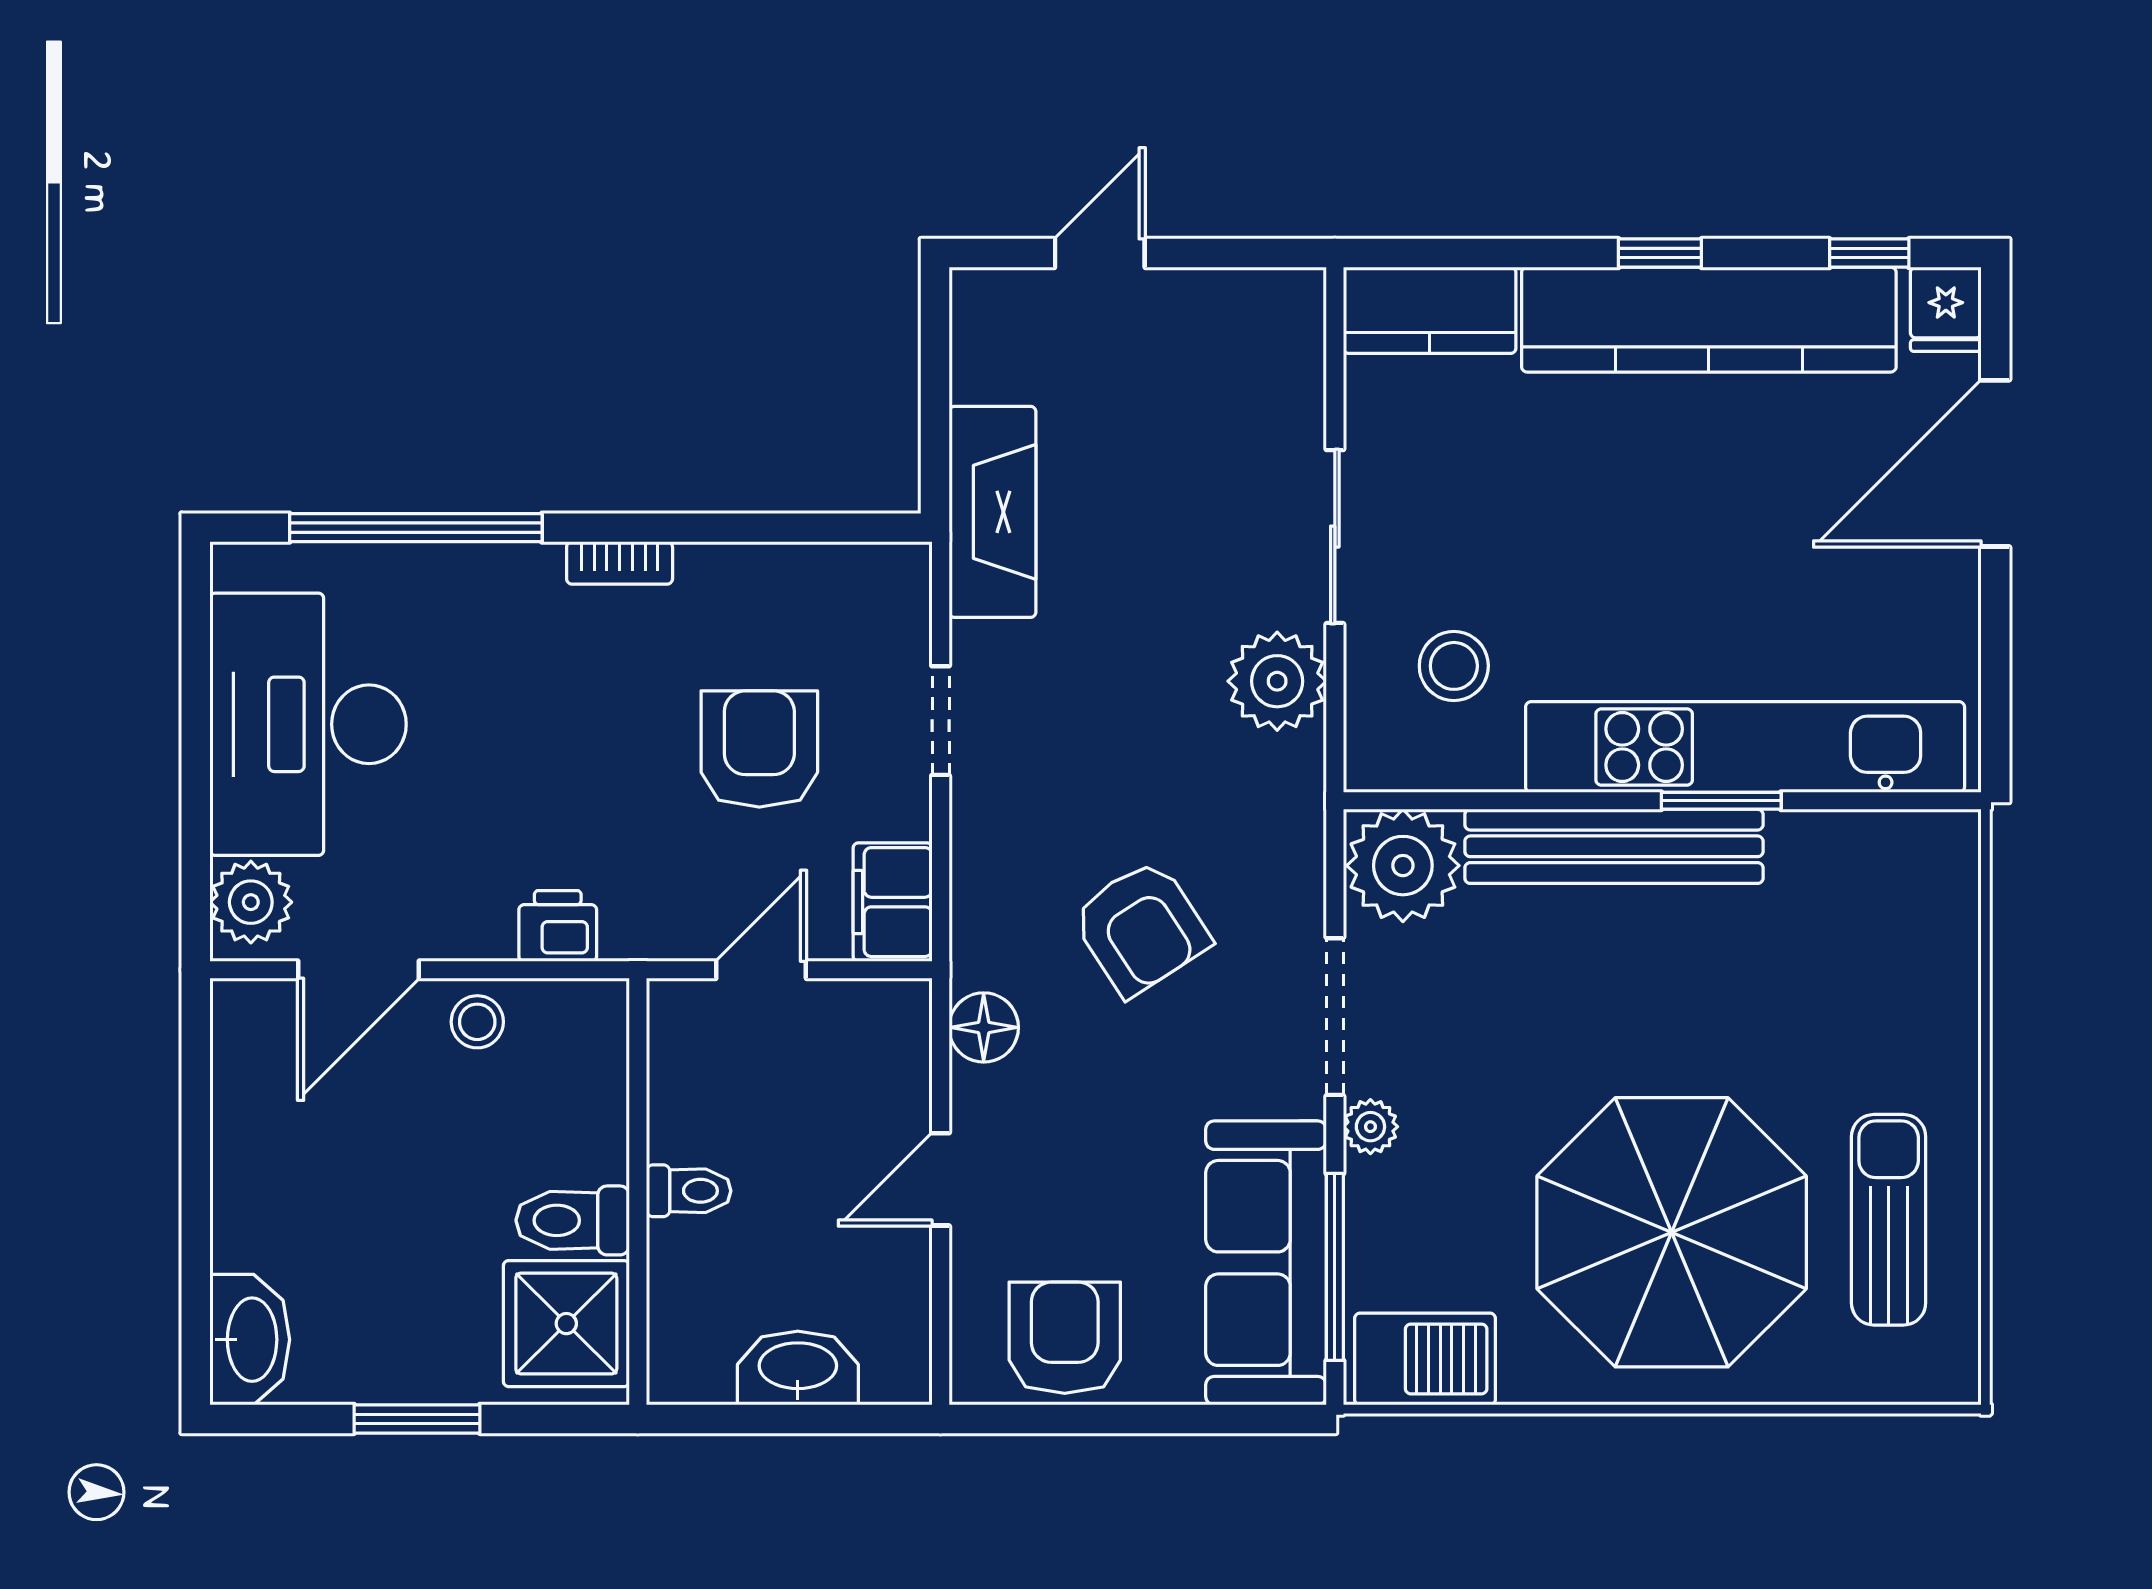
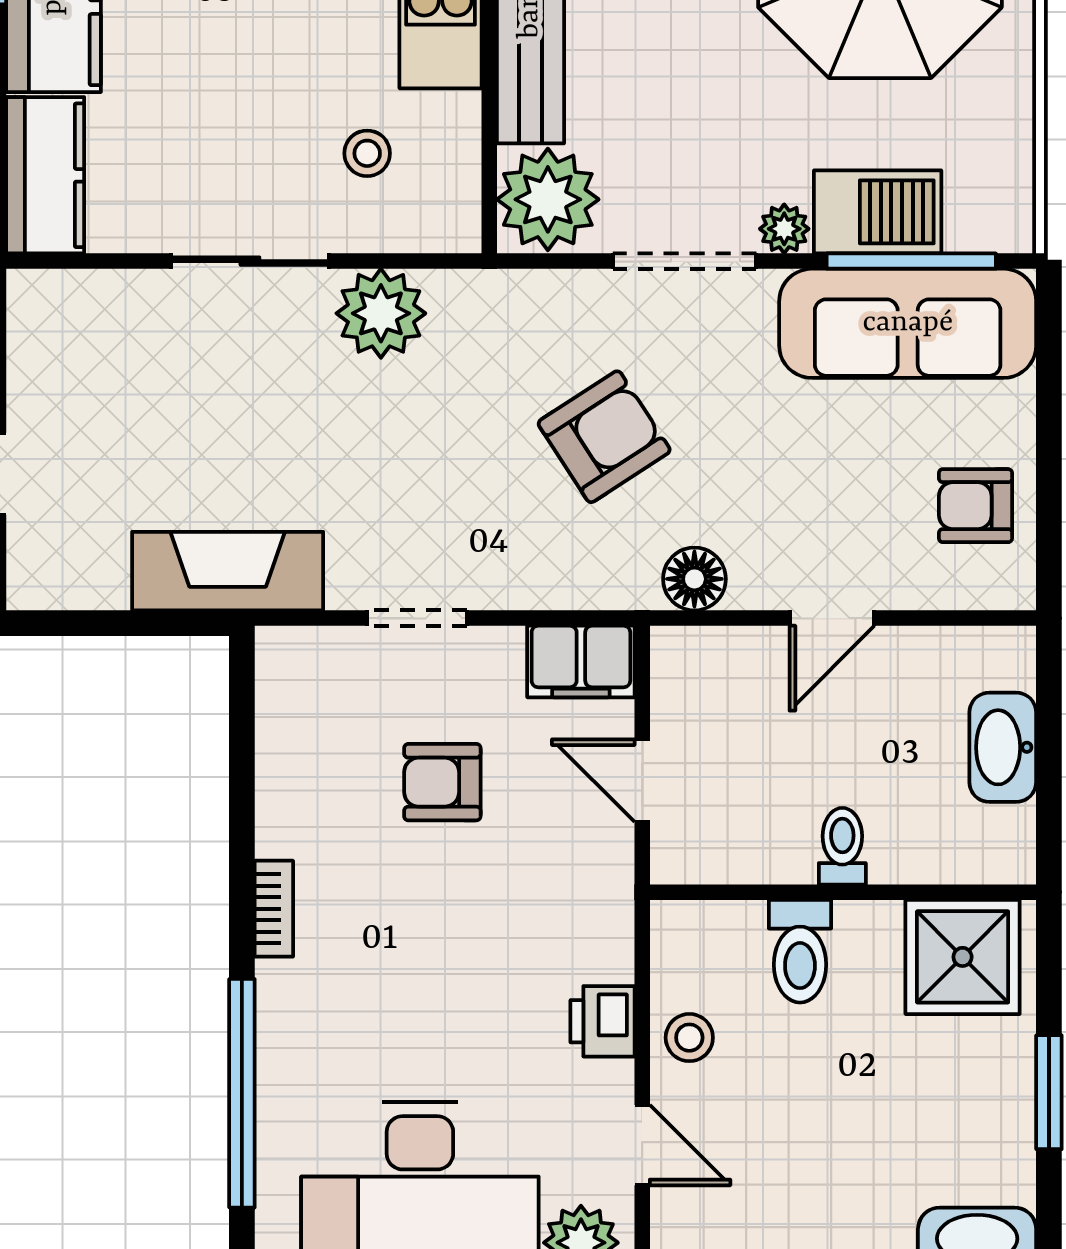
stool: (1454, 666) -> (367, 153), width x0.73, depth x0.73
armchair: (759, 749) -> (442, 782), width x0.72, depth x0.72
printer: (558, 926) -> (603, 1021), moved
door: (358, 970) -> (642, 1145), width x0.73
door: (941, 1179) -> (832, 618), hinge flipped
toilet: (573, 1220) -> (800, 951), moved
armchair: (1065, 1338) -> (975, 506), width x0.72, depth x0.72
barbecue: (1425, 1359) -> (878, 212), moved, turned 90

